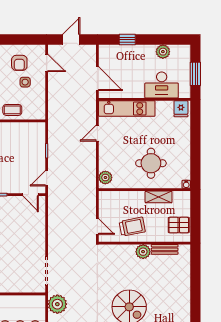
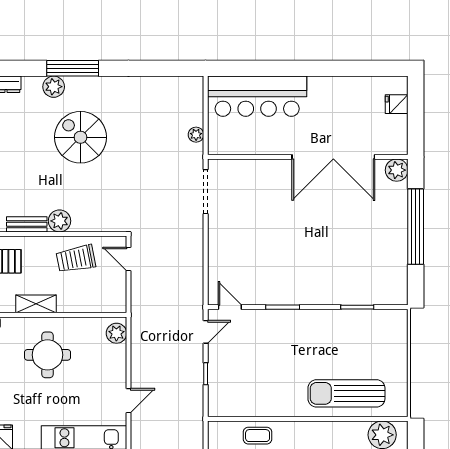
plant: (57, 304) -> (196, 135), width x0.53, depth x0.53

